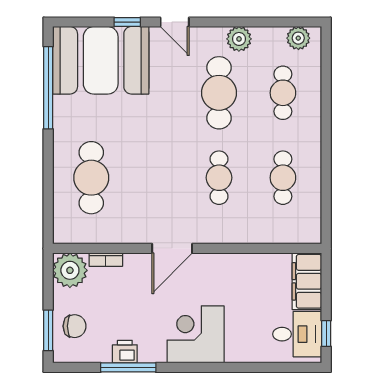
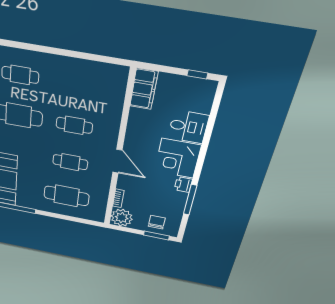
cafe table: (283, 178) -> (70, 162), moved
filing cabinet: (307, 281) -> (144, 89), moved, turned -90
desk: (297, 334) -> (188, 127), moved, turned 90
printer: (125, 352) -> (183, 185), moved

